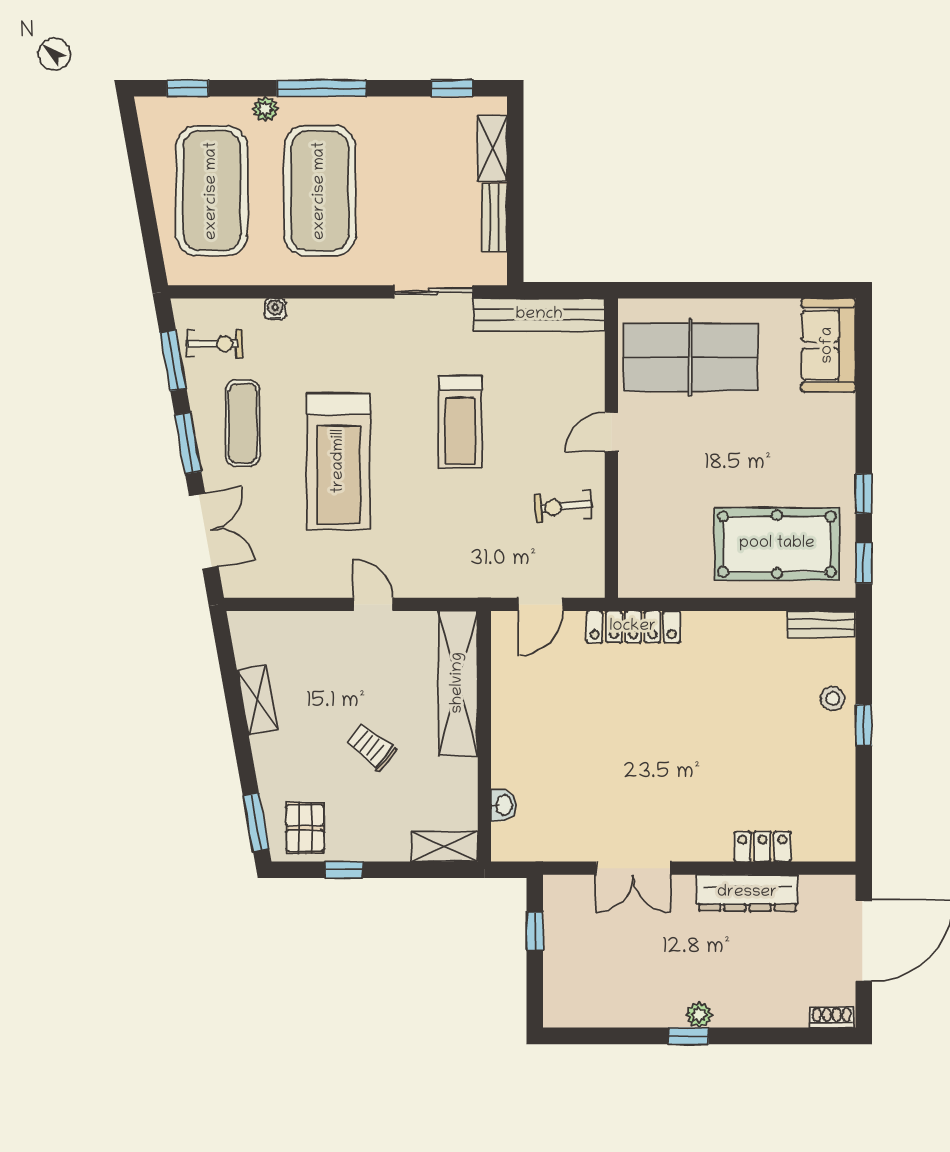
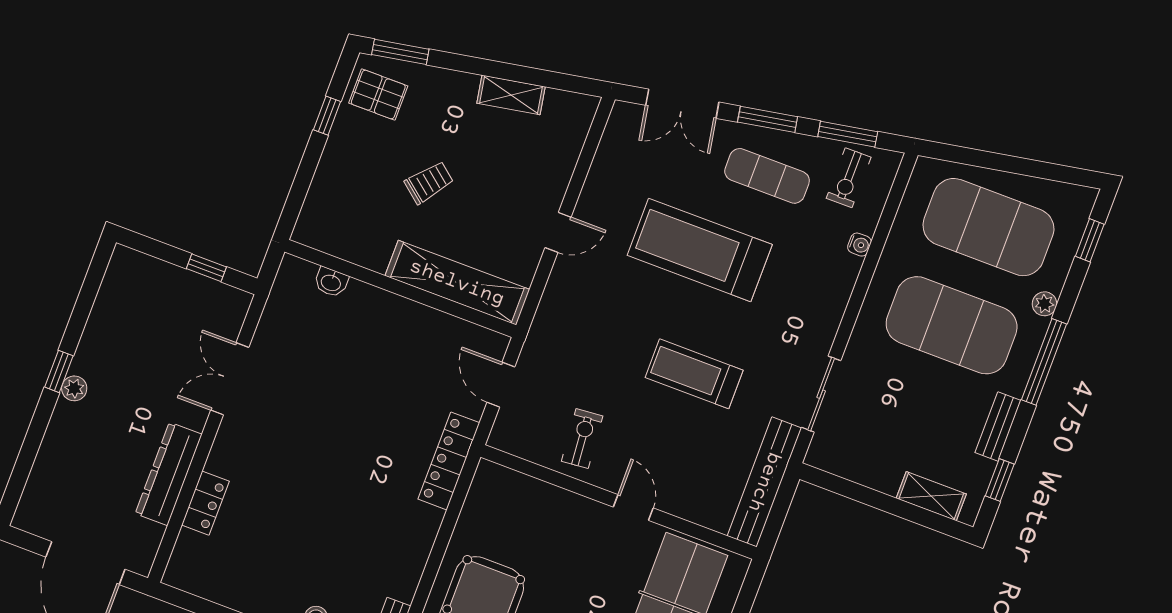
bench: (494, 218) -> (998, 426), moved, turned 90
shelving: (444, 847) -> (314, 215), removed
shoe rack: (832, 1017) -> (27, 508), removed

